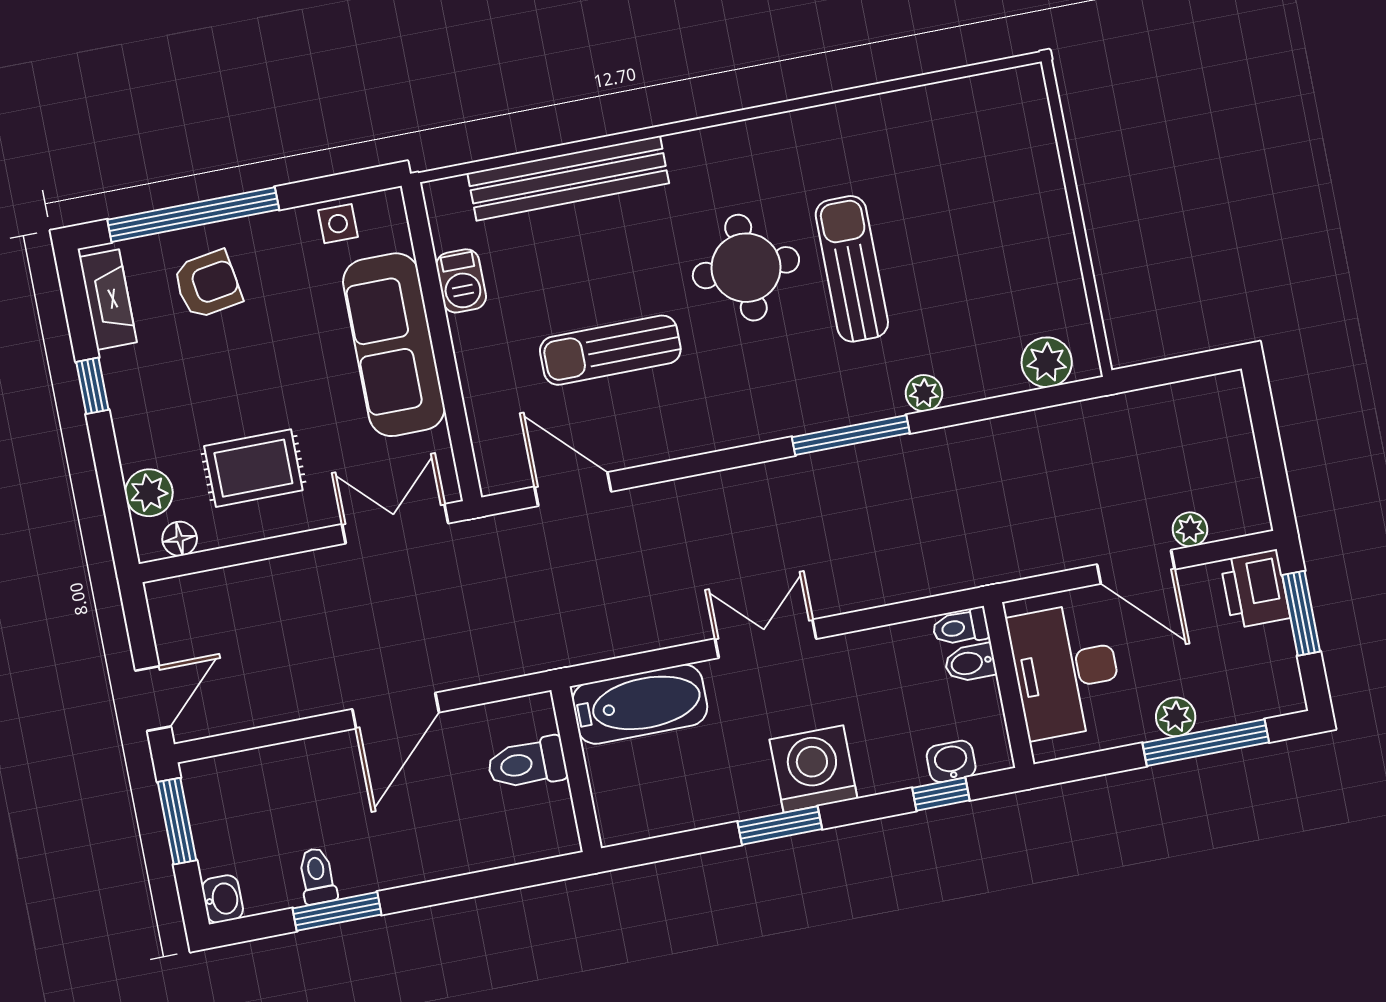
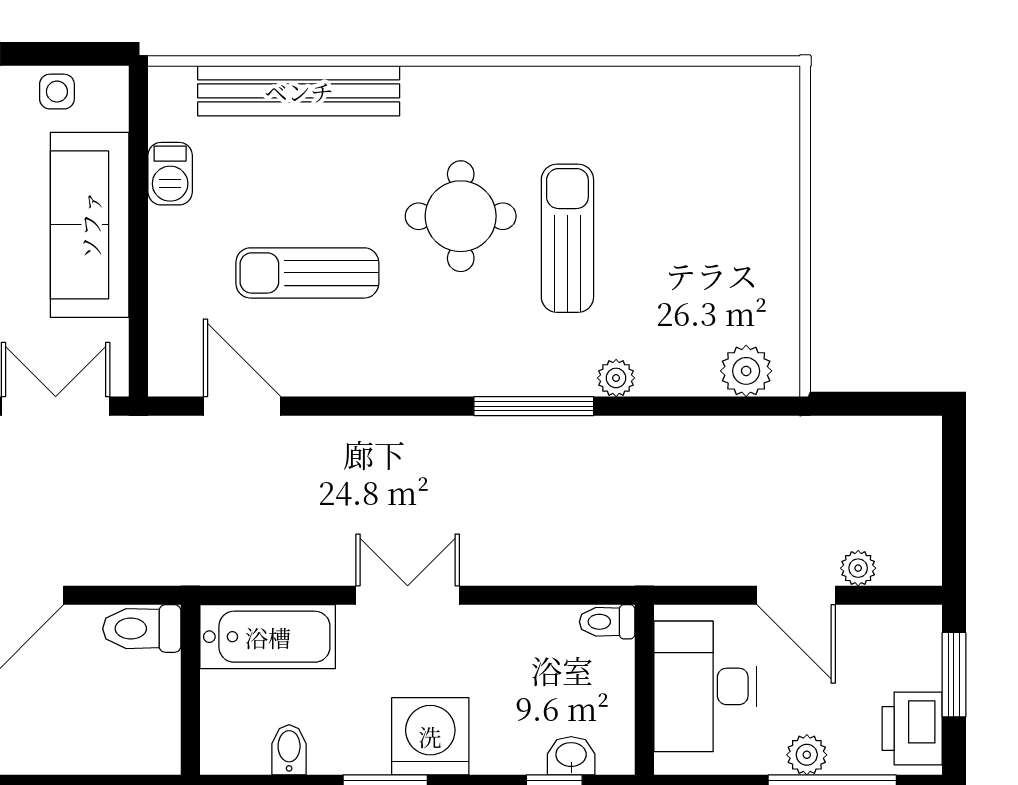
printer: (1255, 589) -> (912, 728), moved
bidet: (970, 663) -> (289, 750), moved, turned 90
toilet: (527, 763) -> (142, 629), moved

